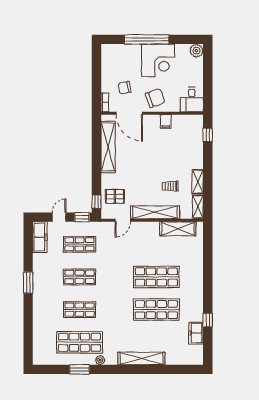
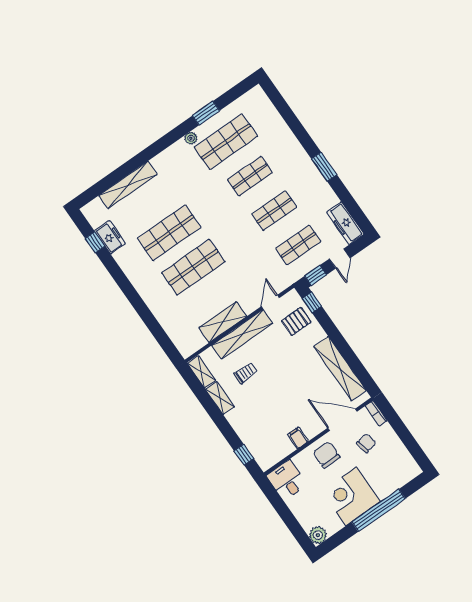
chair: (155, 98) -> (326, 455), turned 110
shelving: (178, 229) -> (223, 322), moved
window: (208, 320) -> (95, 242), moved
shelving: (141, 358) -> (128, 185), moved

